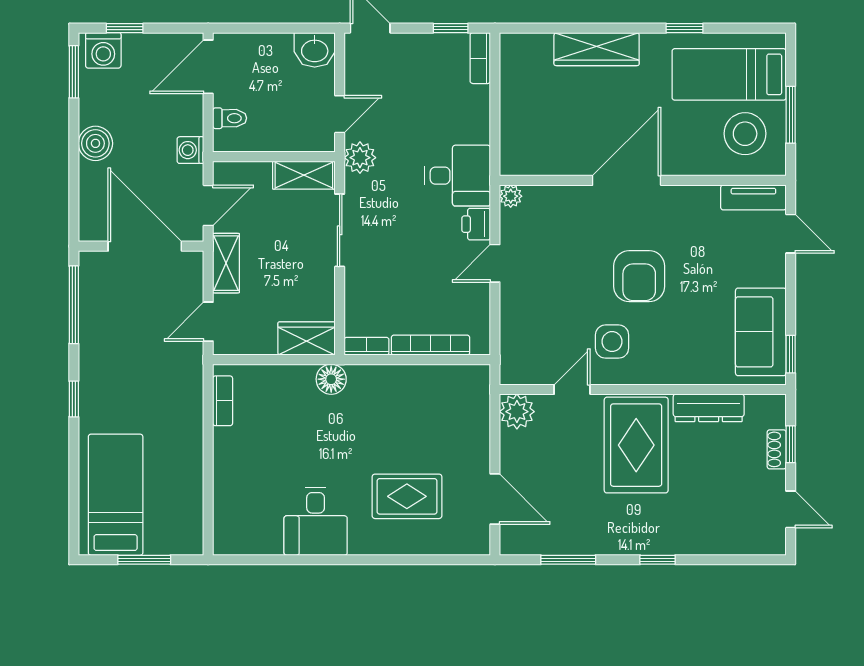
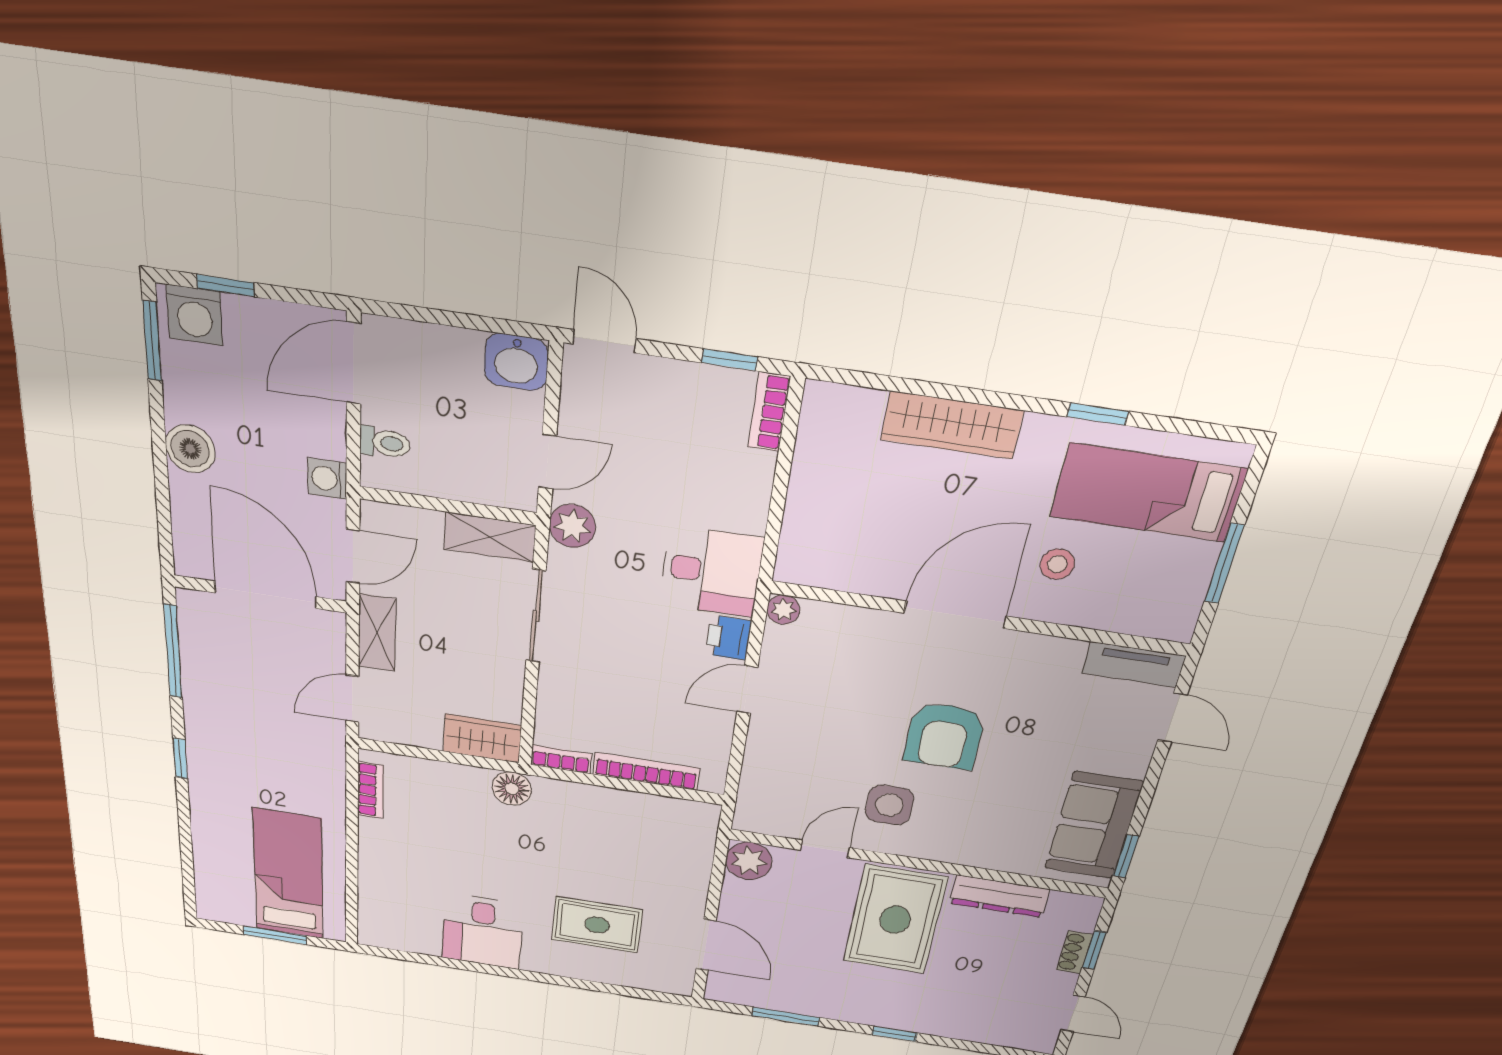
stool: (745, 134) -> (1057, 564), moved, width x0.53, depth x0.53
bed: (116, 495) -> (288, 874), moved

